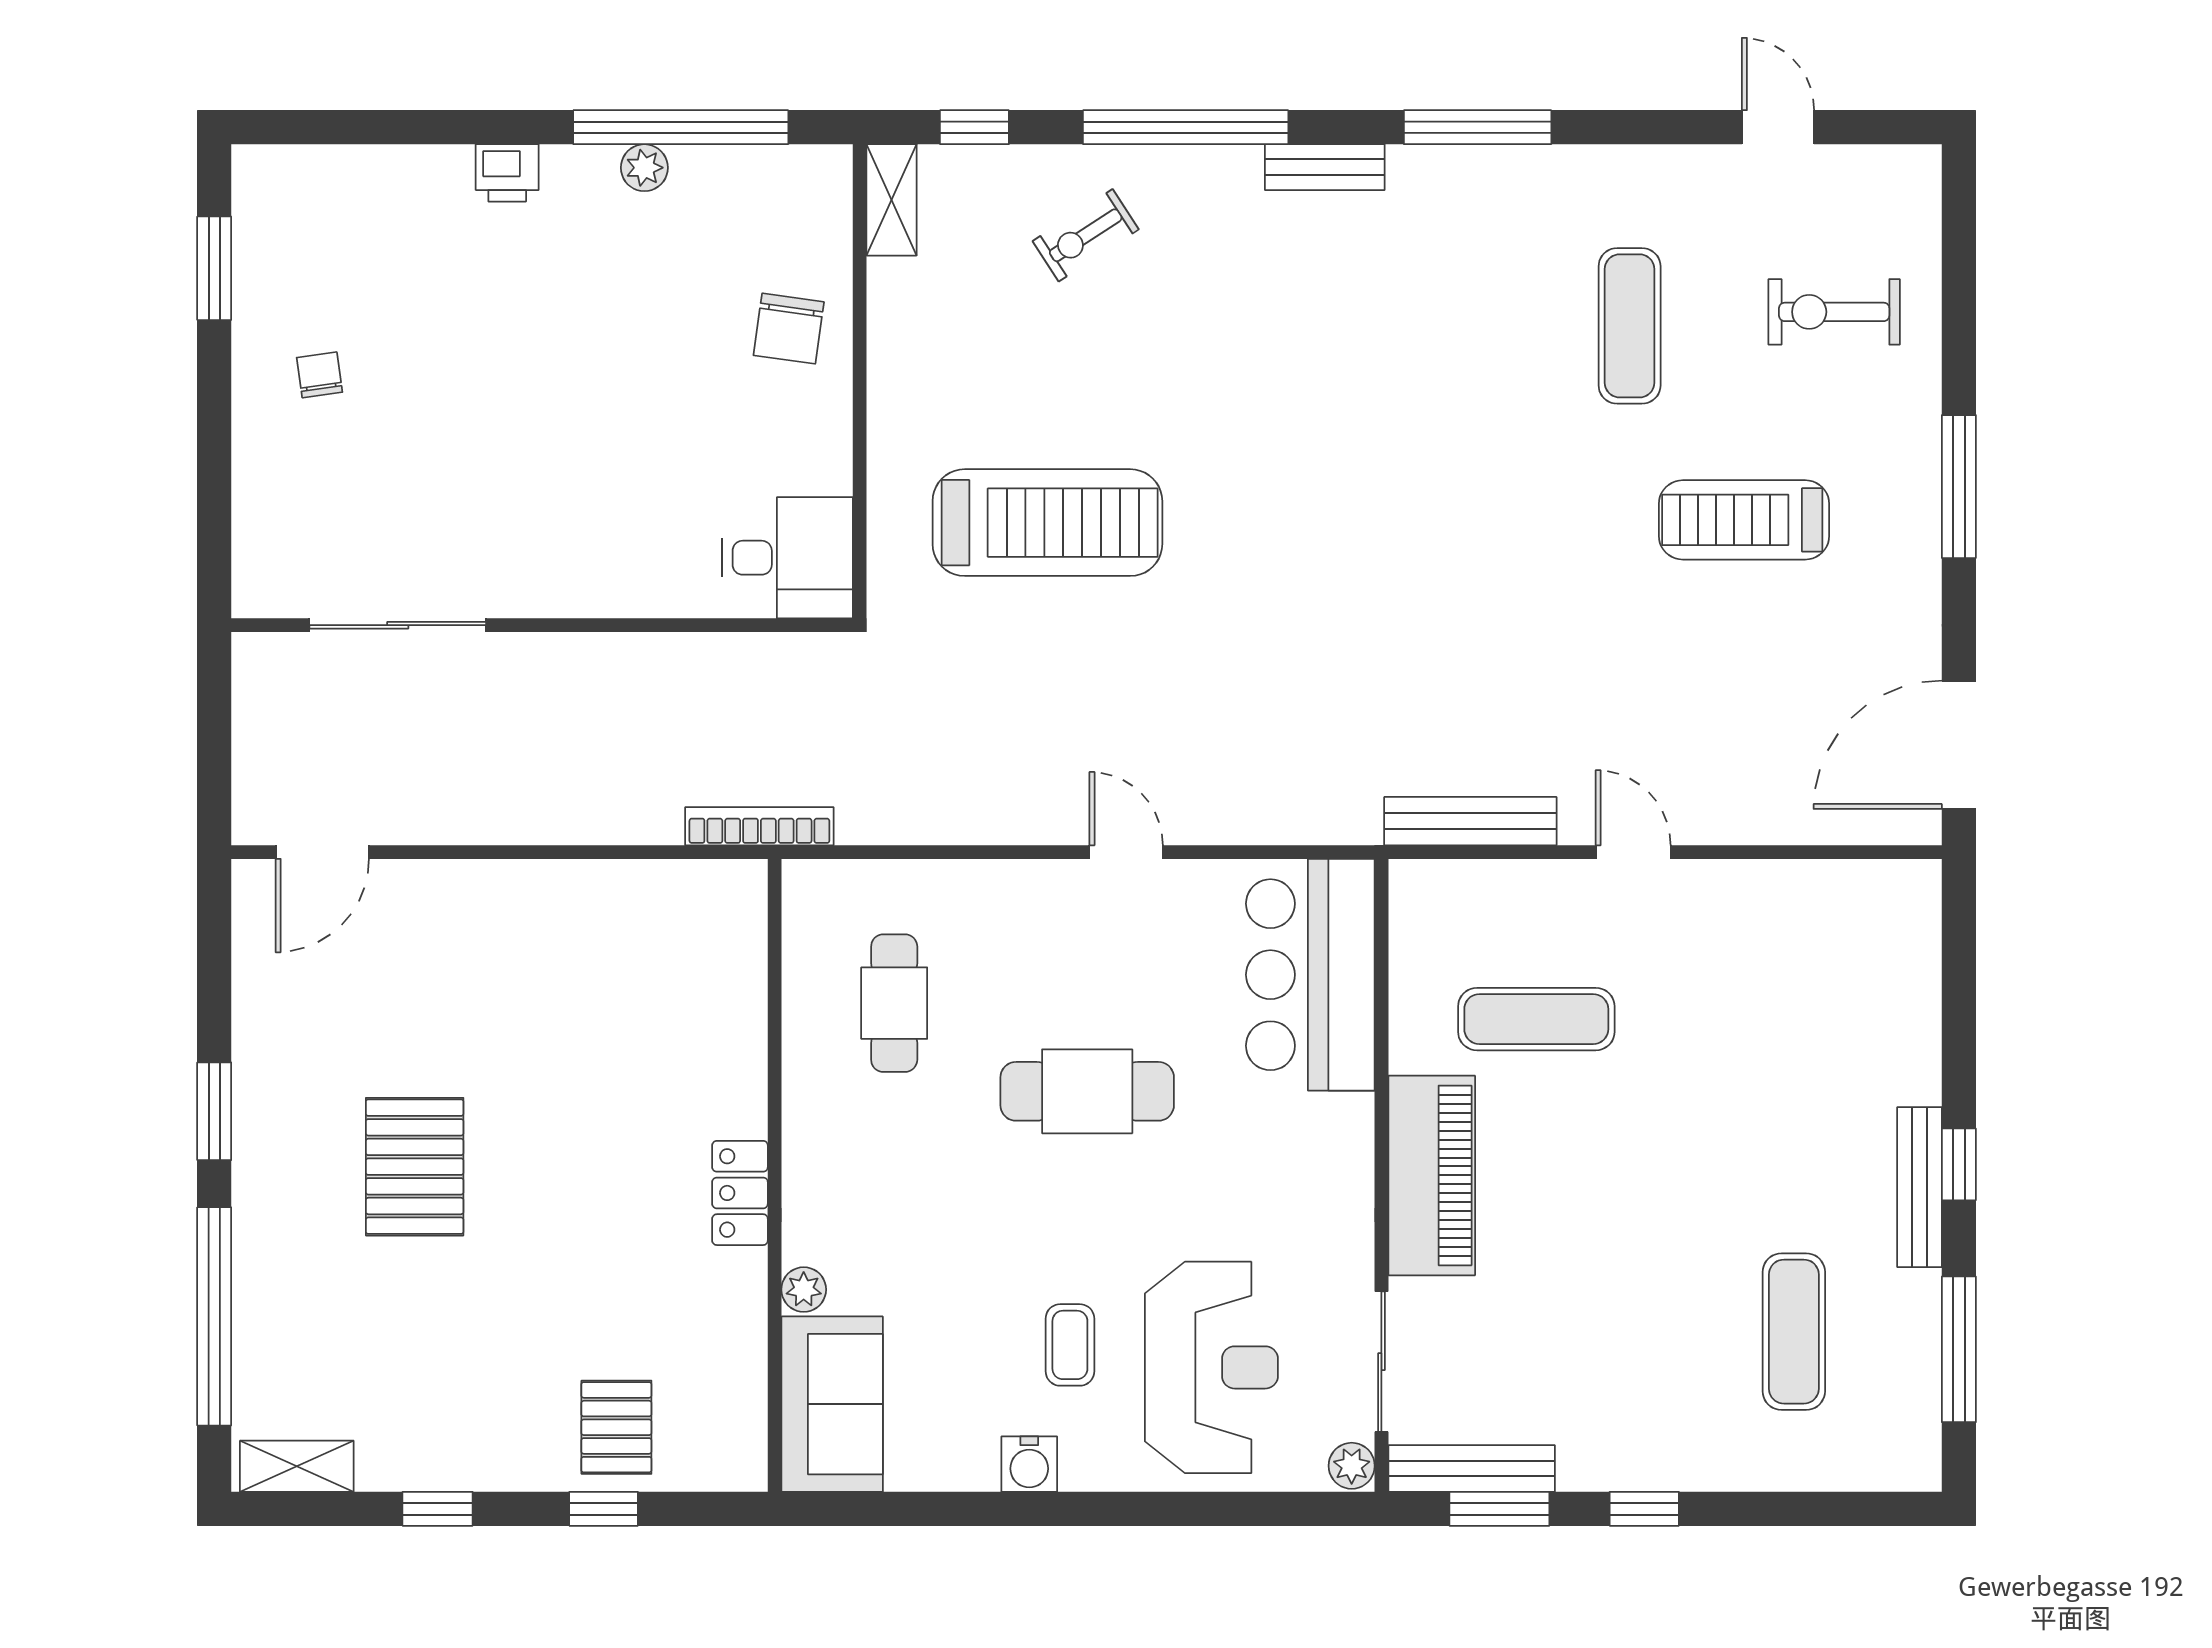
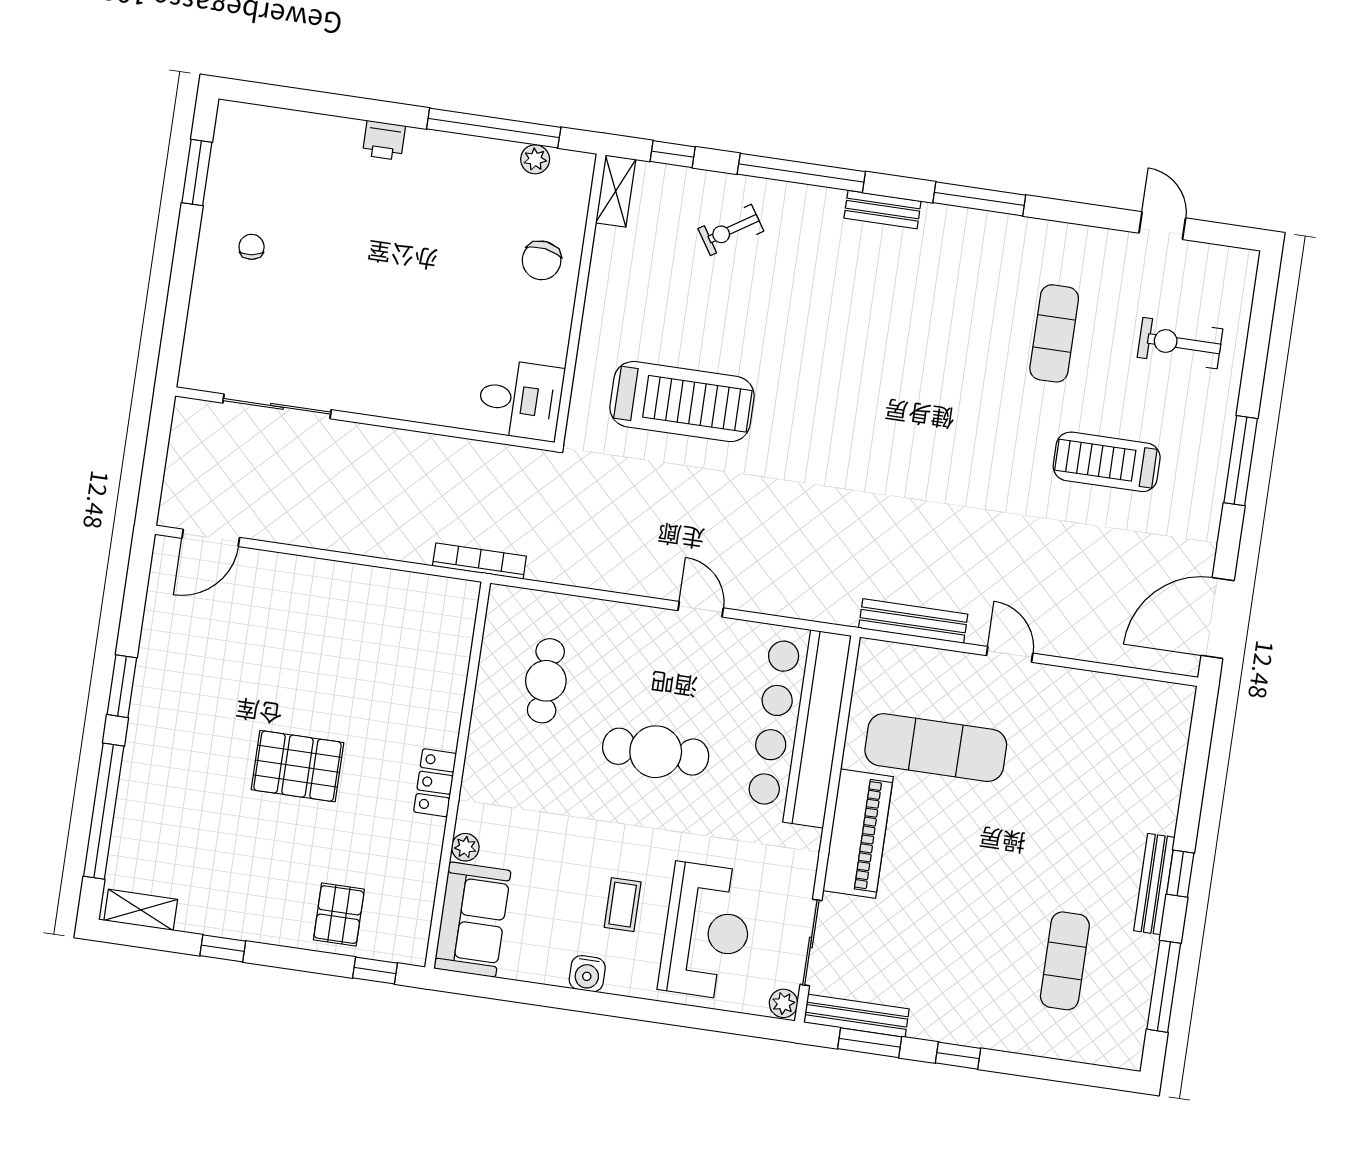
plant: (644, 168) -> (535, 159), moved
bar counter: (1310, 975) -> (798, 726), width x1.36
exercise mat: (1536, 1019) -> (936, 748), width x1.36, depth x1.45
pallet: (415, 1167) -> (297, 766), moved, turned 90
window: (604, 1509) -> (375, 971), moved

